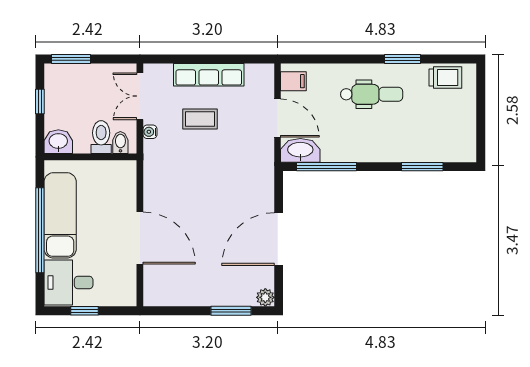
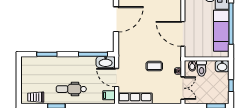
row of seats: (209, 75) -> (135, 98), moved
coffee table: (200, 119) -> (154, 66), moved
door: (140, 238) -> (183, 34), moved

